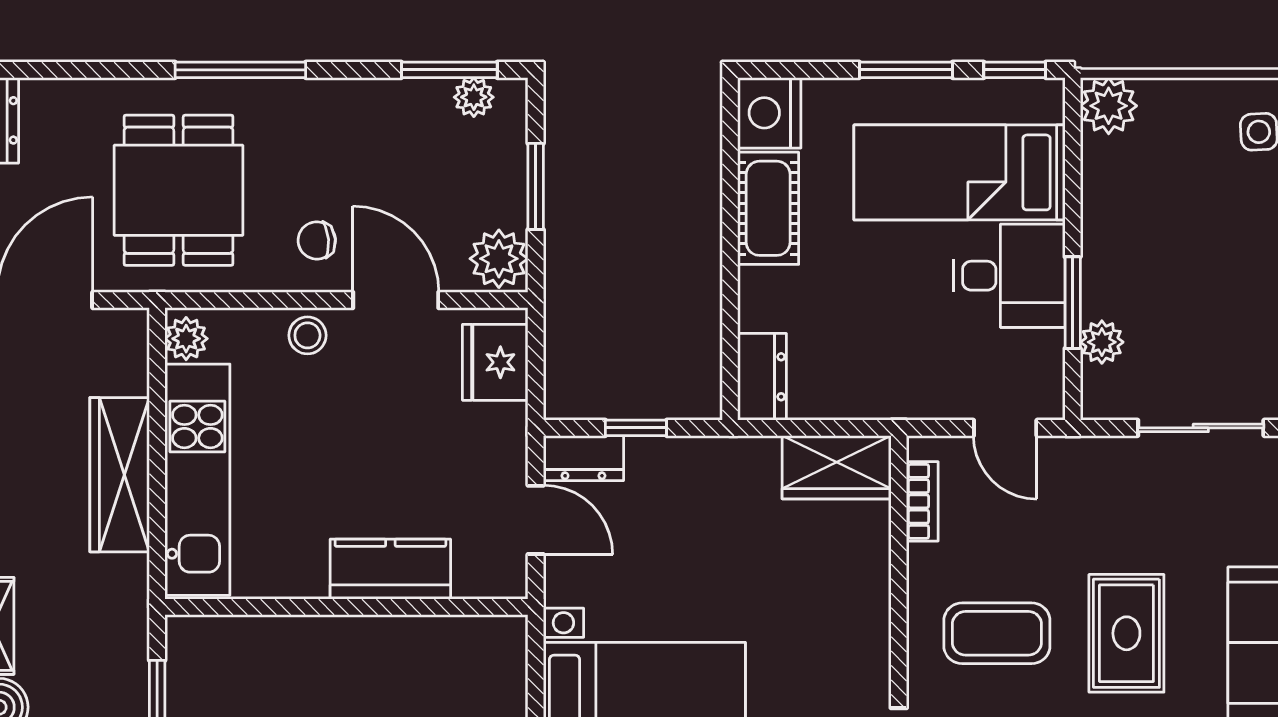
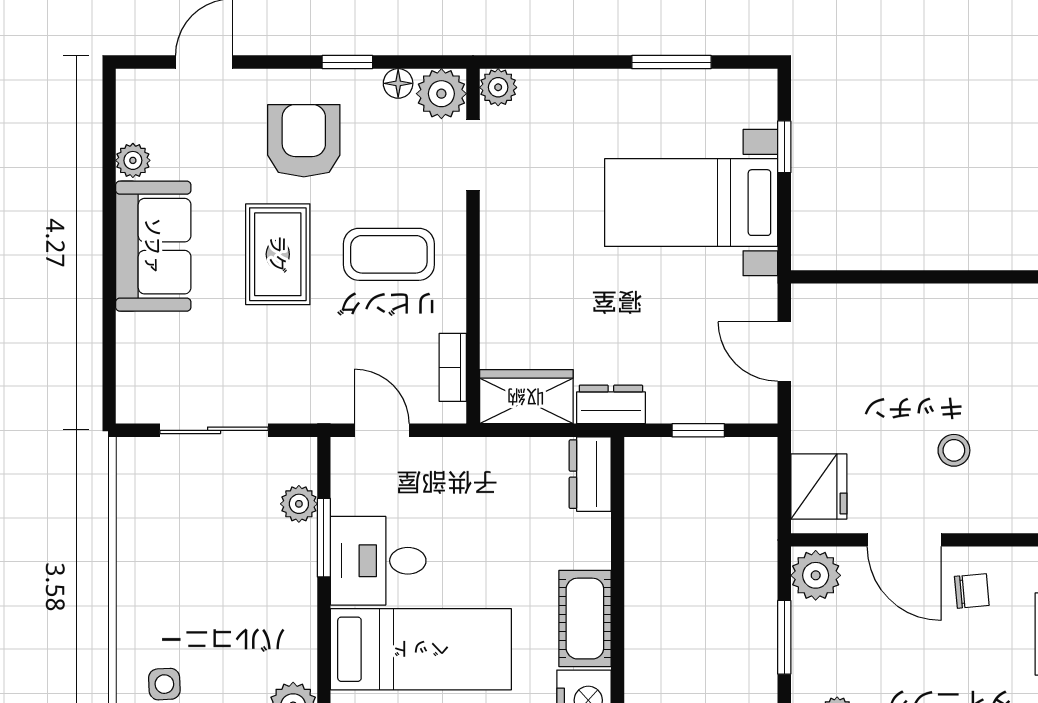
stool: (307, 335) -> (954, 450), moved
dresser: (583, 458) -> (611, 404), moved
kitchen counter: (390, 569) -> (909, 309), removed

